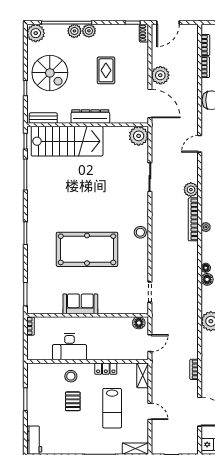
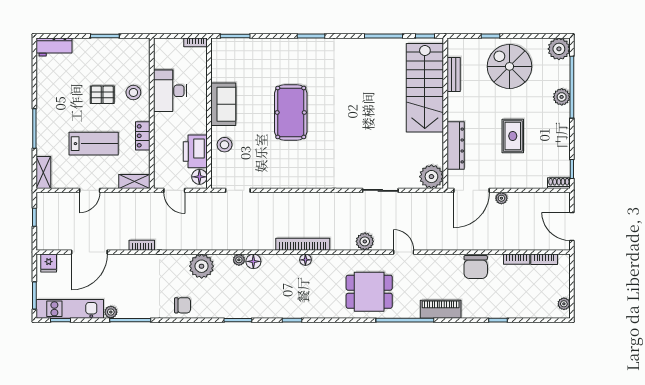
door: (168, 23) -> (572, 227), moved
plant: (89, 31) -> (562, 115), removed
rug: (106, 70) -> (513, 136), turned 90
spiral stairs: (50, 73) -> (509, 66), turned 90
plant: (160, 75) -> (501, 198), width x0.53, depth x0.53
dresser: (90, 116) -> (456, 145), moved
bench: (43, 118) -> (454, 74), moved
door: (200, 144) -> (404, 252), moved
bookcase: (193, 219) -> (303, 244), moved
plant: (206, 227) -> (239, 260), moved
stool: (140, 232) -> (225, 145), moved
pool table: (87, 249) -> (291, 112), width x0.73, depth x0.76
floor lamp: (206, 268) -> (305, 260), moved
printer: (118, 326) -> (195, 151), added
lab bench: (112, 408) -> (94, 144), turned 180

